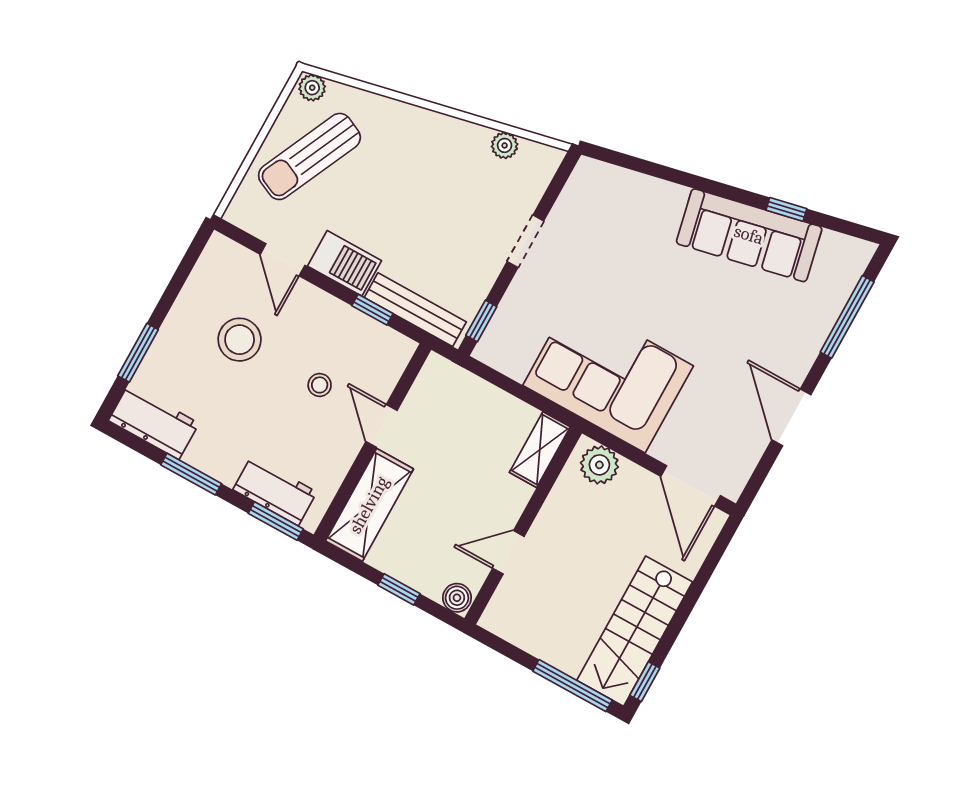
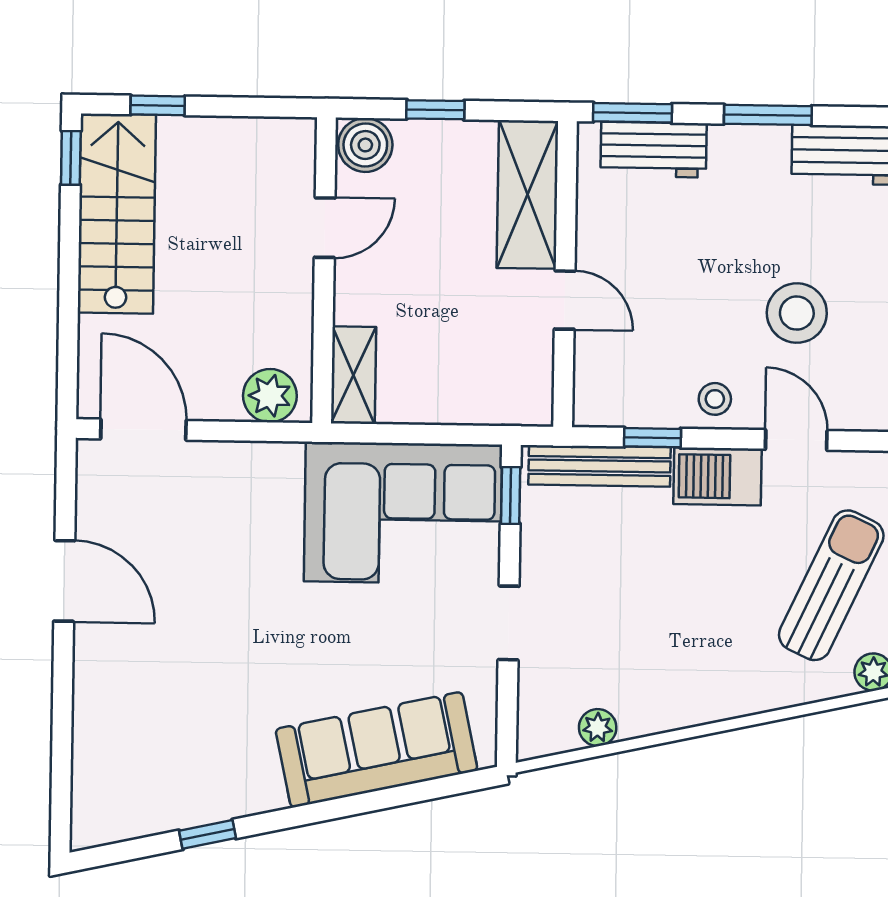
sofa: (749, 235) -> (377, 750), moved
window: (847, 317) -> (62, 742), removed
corner sofa: (608, 376) -> (403, 513), moved
stool: (320, 385) -> (715, 399), moved
boiler: (457, 598) -> (365, 145), width x1.36, depth x1.36
window: (572, 686) -> (158, 105), width x0.46

